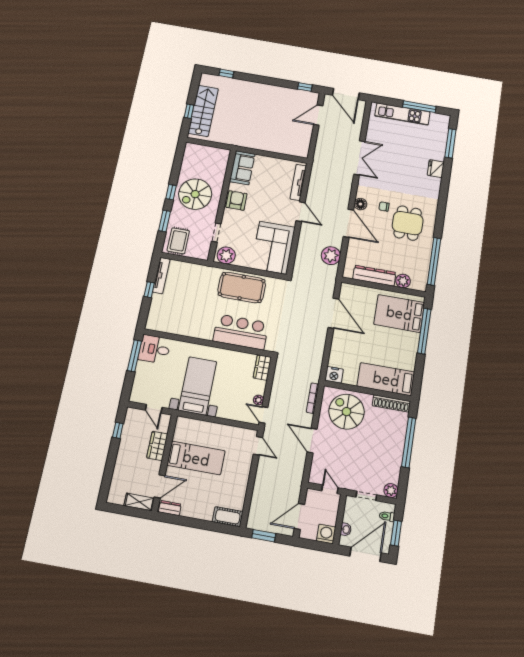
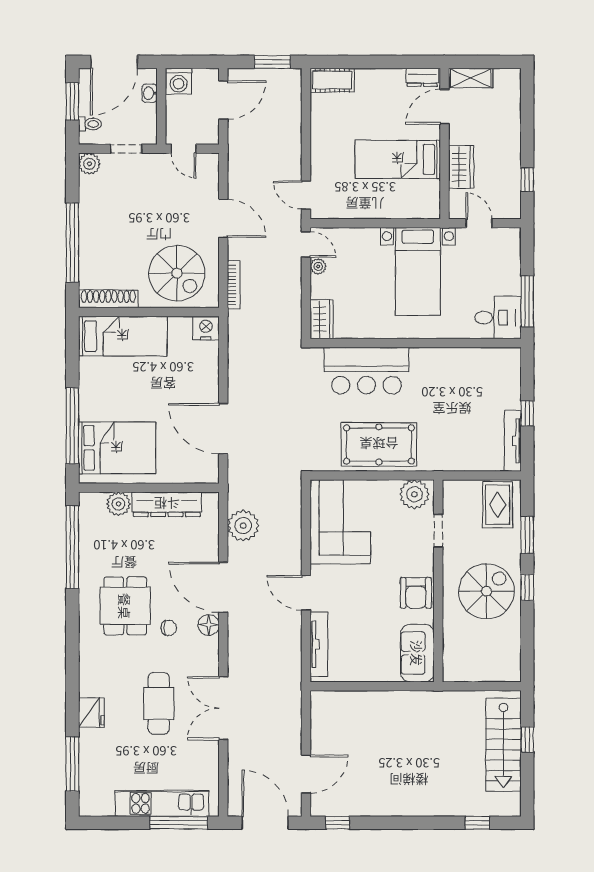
window: (419, 107) -> (179, 823), moved
cafe table: (396, 167) -> (159, 703), added

